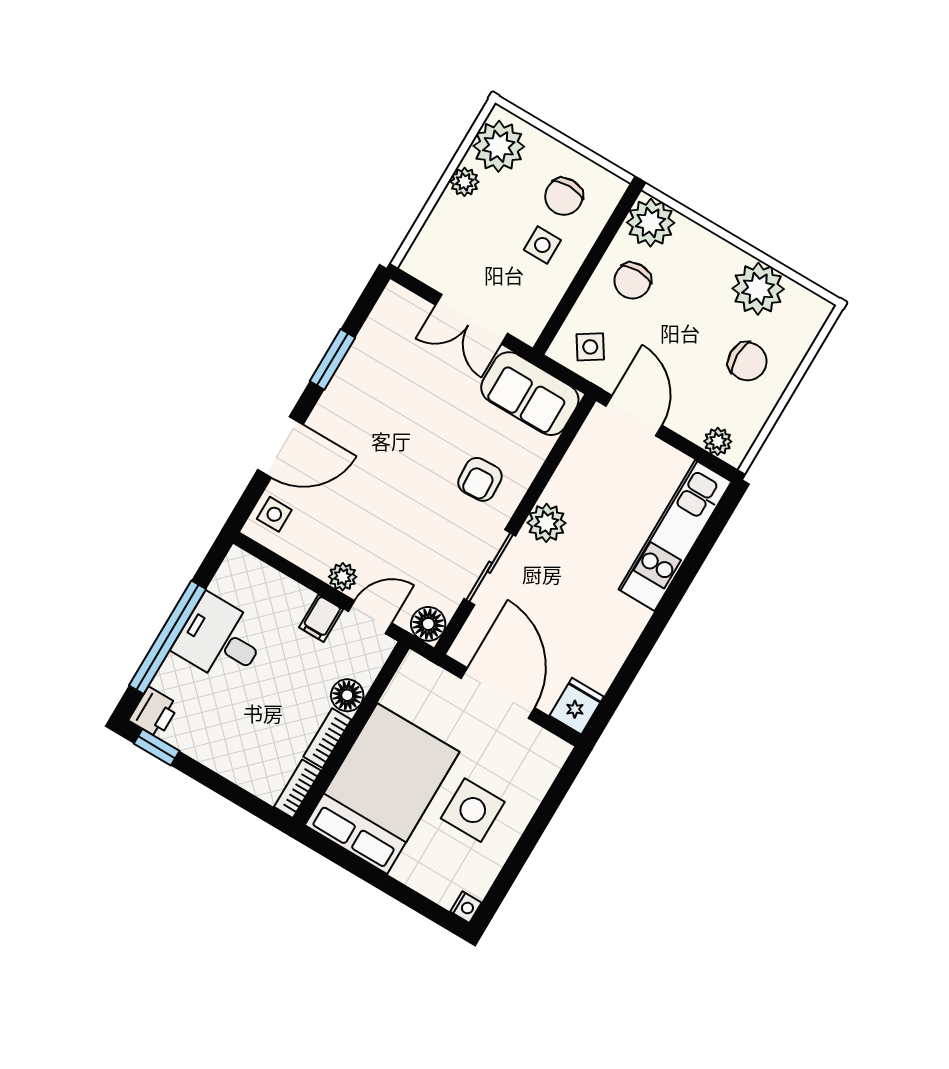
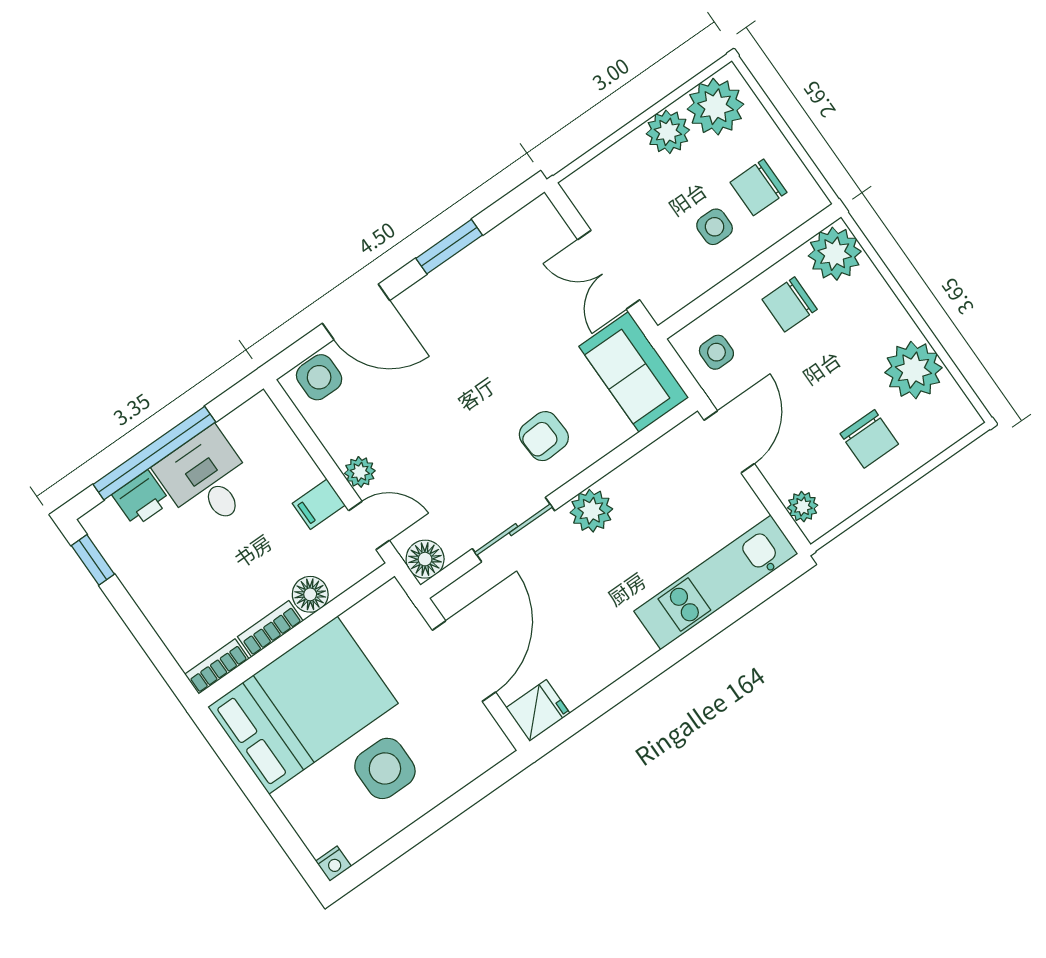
plant: (464, 182) -> (668, 132), width x1.38, depth x1.38
side table: (590, 347) -> (716, 352), turned 33
side table: (274, 514) -> (319, 377), width x1.37, depth x1.37
printer: (154, 712) -> (141, 499), moved

